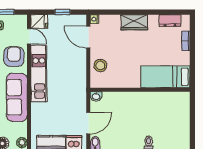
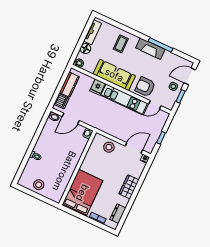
fridge: (39, 22) -> (98, 87), moved
armchair: (14, 57) -> (145, 87), turned 180
bed: (165, 77) -> (82, 193), width x1.50
door: (88, 123) -> (71, 119), hinge flipped
stool: (179, 124) -> (39, 185), added

